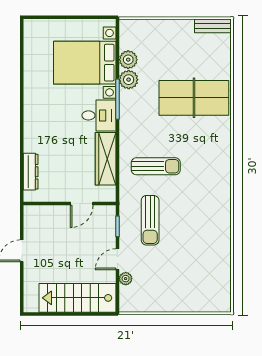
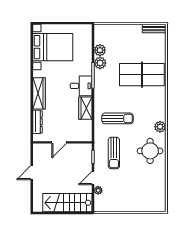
bed with nightstands: (85, 63) -> (53, 47), moved, turned 180
wardrobe: (33, 127) -> (39, 93), added
wardrobe: (106, 159) -> (85, 108), width x0.67
plant: (222, 179) -> (160, 127), added
door: (82, 204) -> (59, 142), moved
round table: (207, 217) -> (150, 151), added

